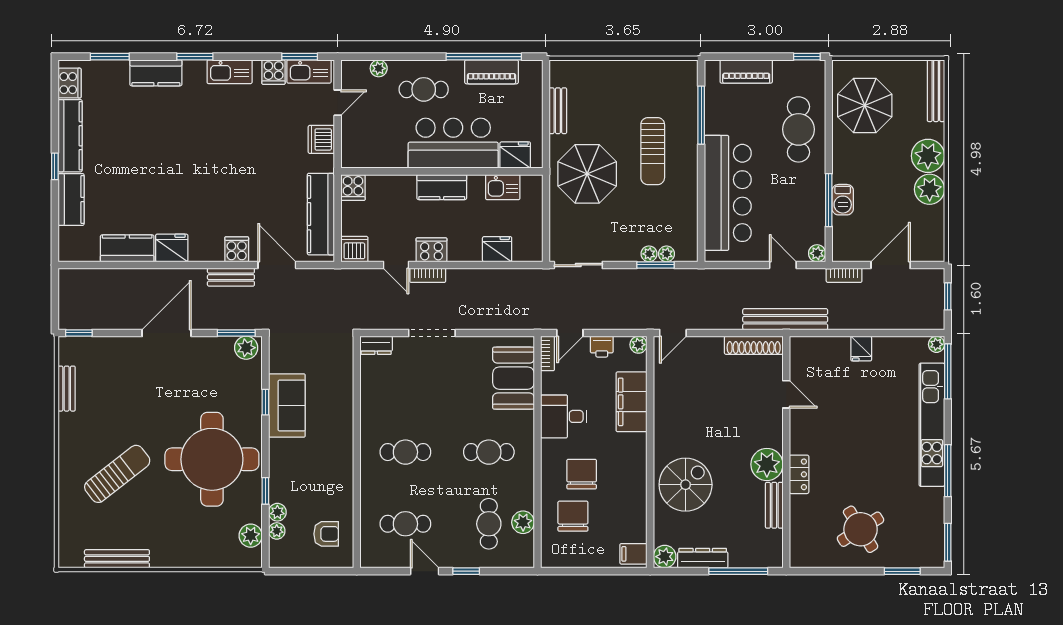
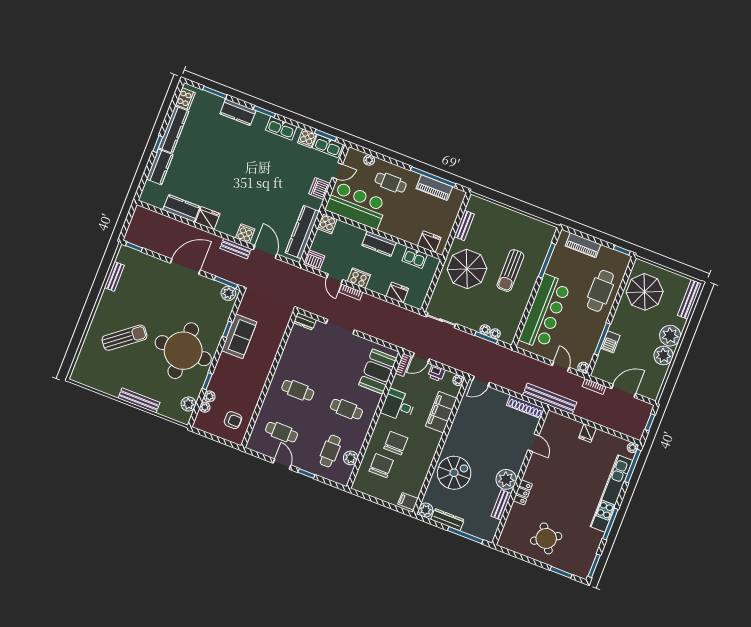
bar counter: (453, 143) -> (356, 205), moved
bench: (117, 559) -> (139, 400), moved

